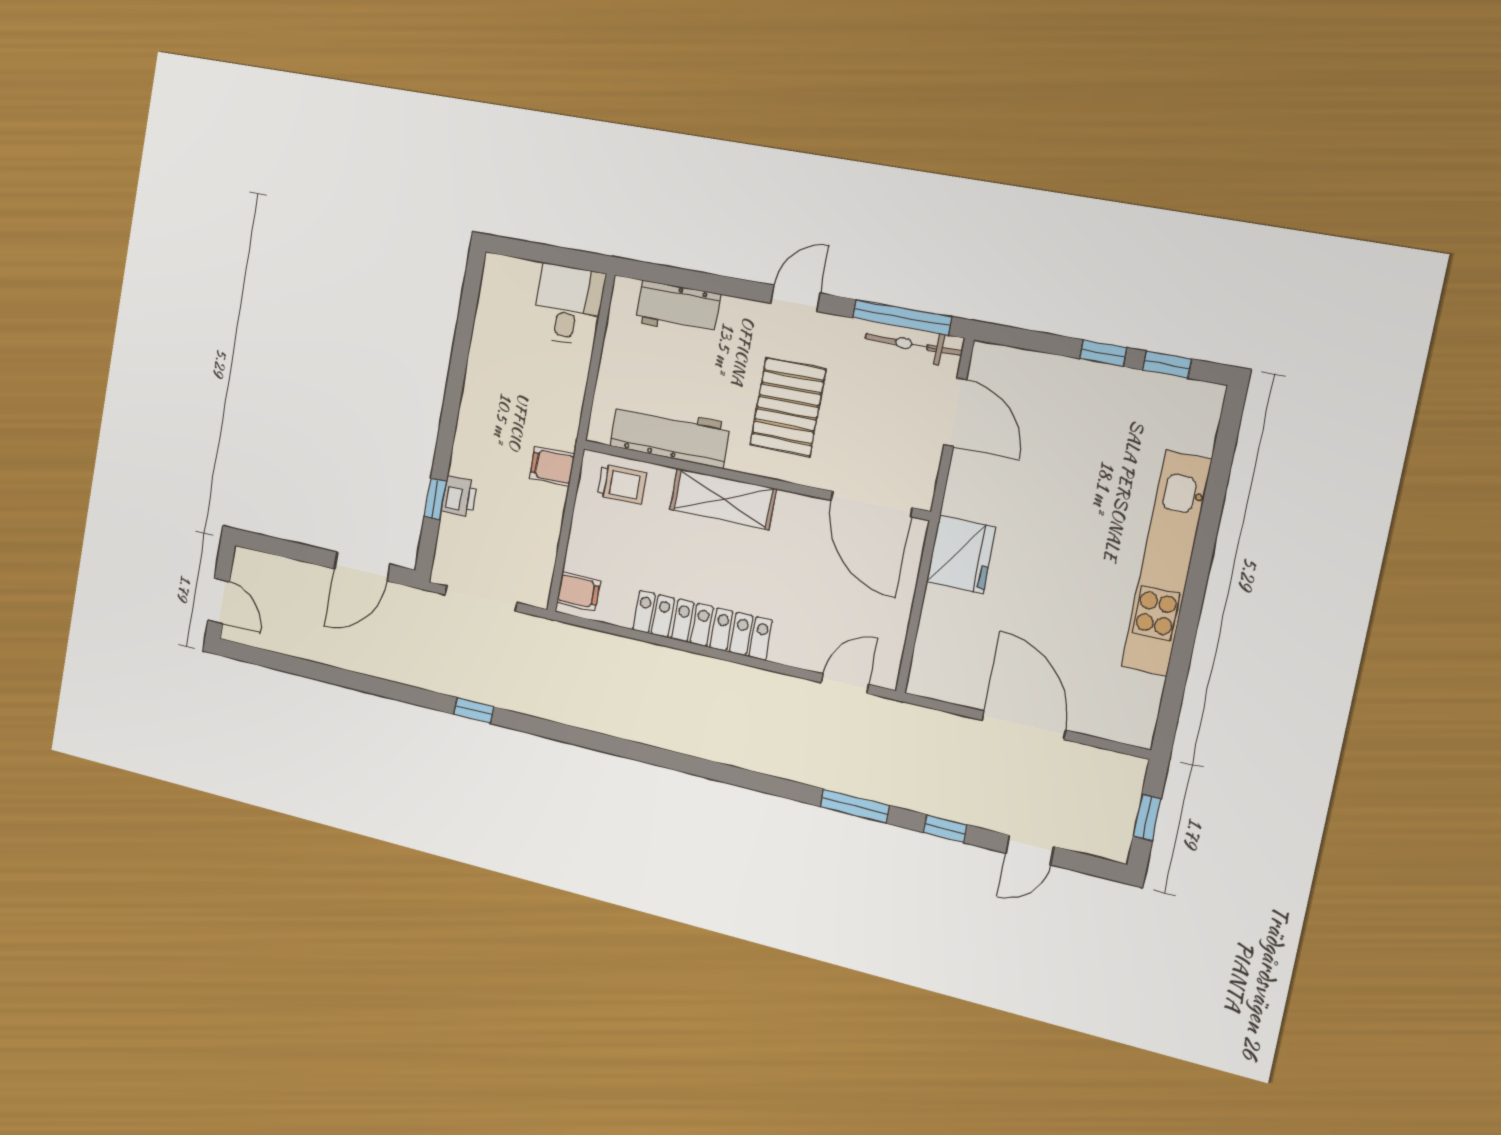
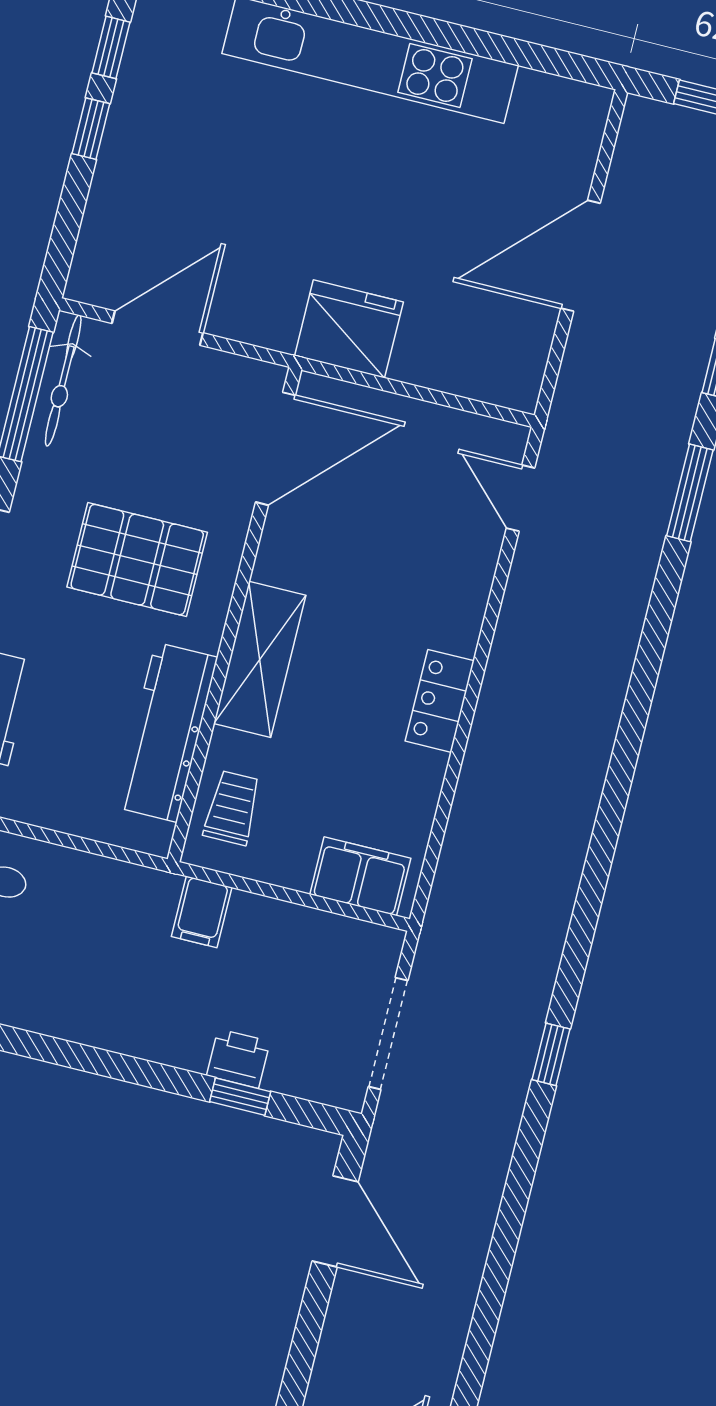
filing cabinet: (578, 591) -> (360, 876), width x2.00
locker: (702, 625) -> (440, 701), width x0.46, depth x0.83

